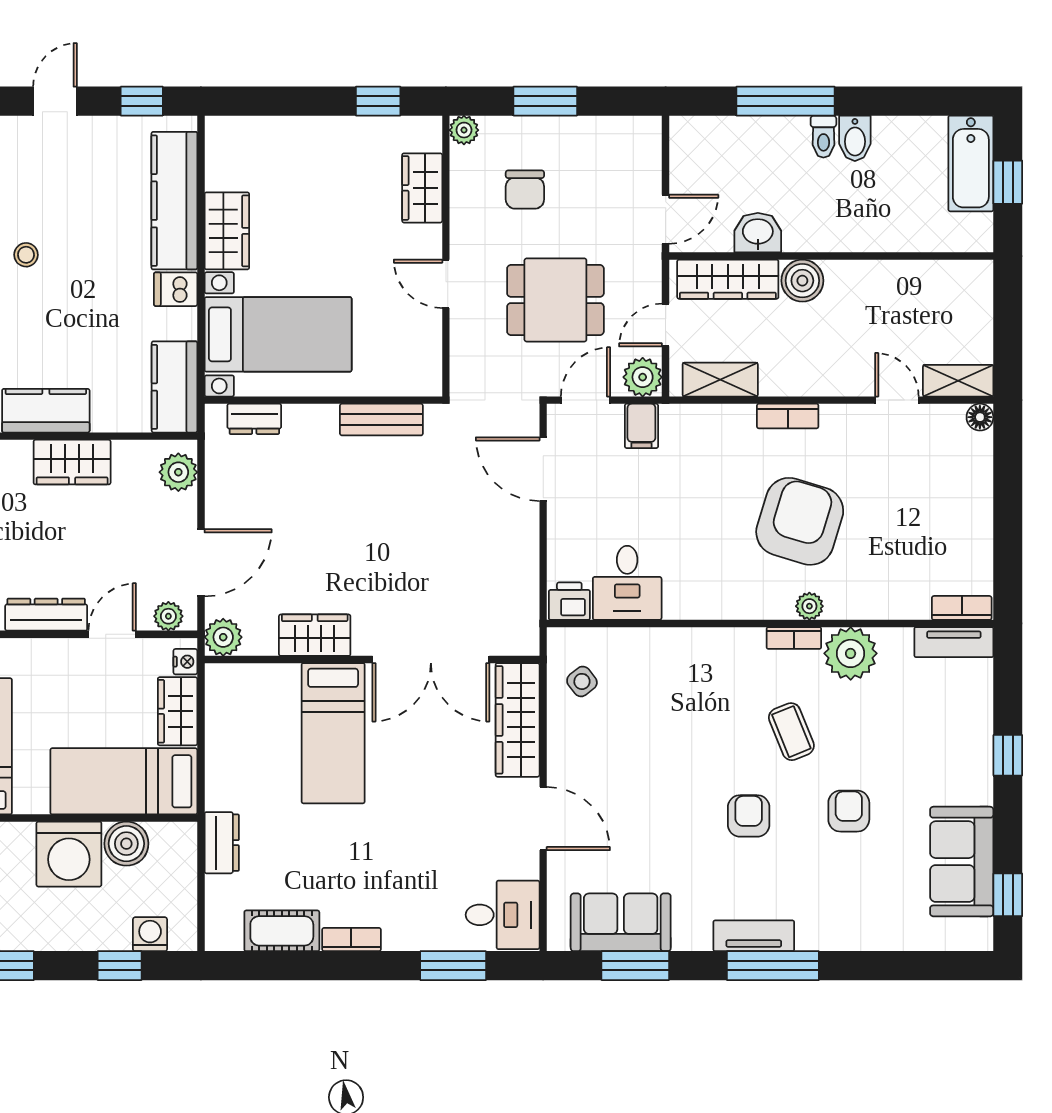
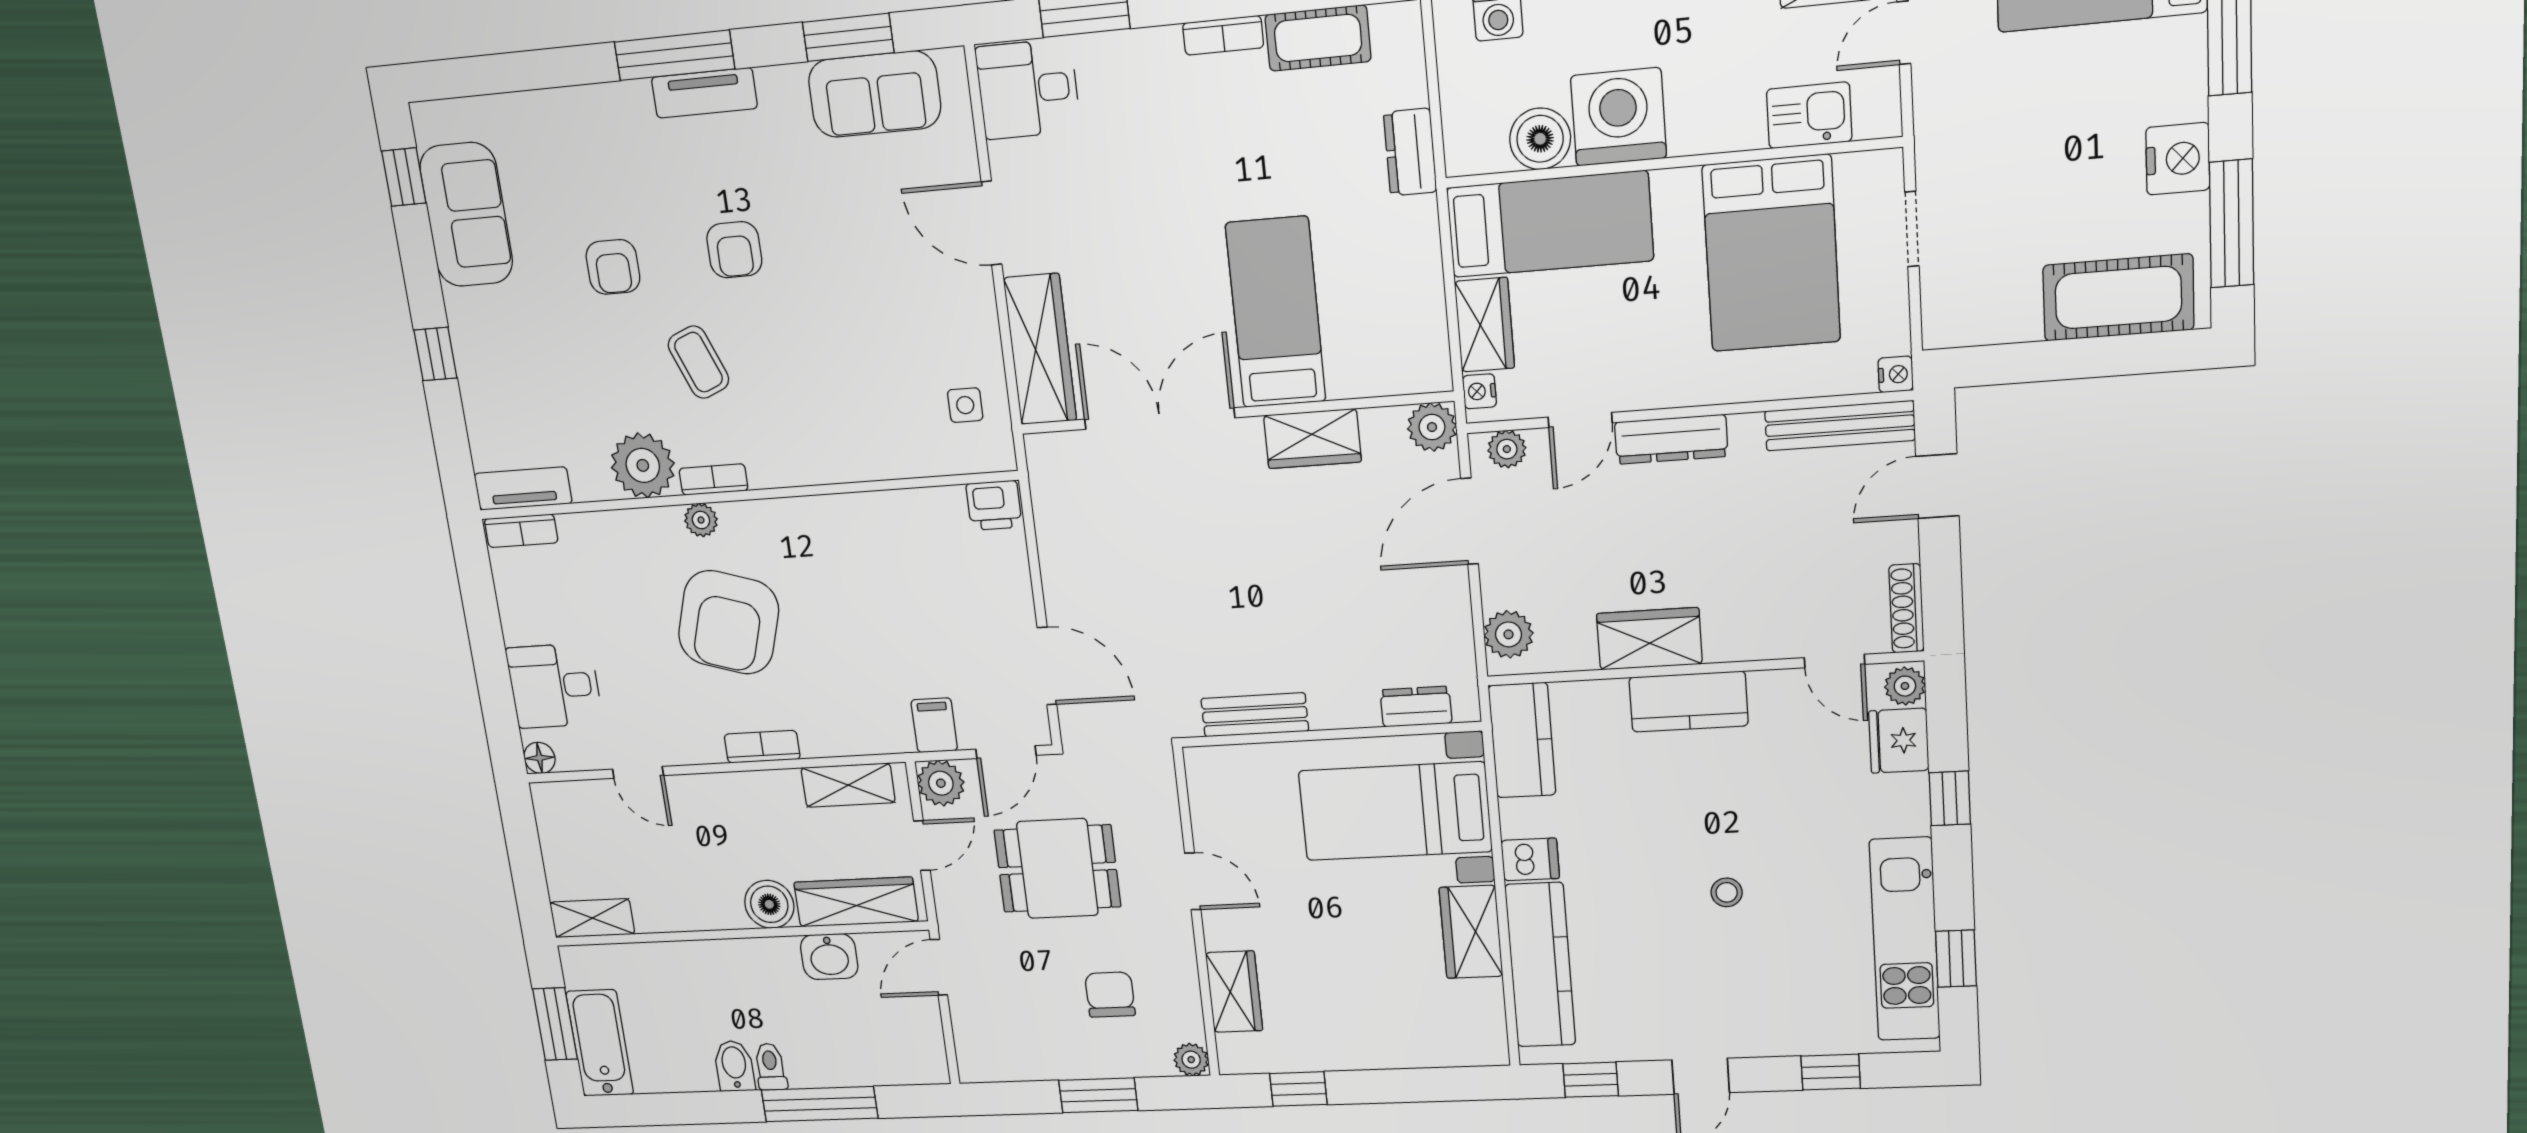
window: (1008, 182) -> (555, 1024), width x1.50
shelving: (958, 381) -> (592, 918), moved
desk: (627, 583) -> (554, 686), moved, turned -90
side table: (582, 681) -> (965, 405), turned 38

